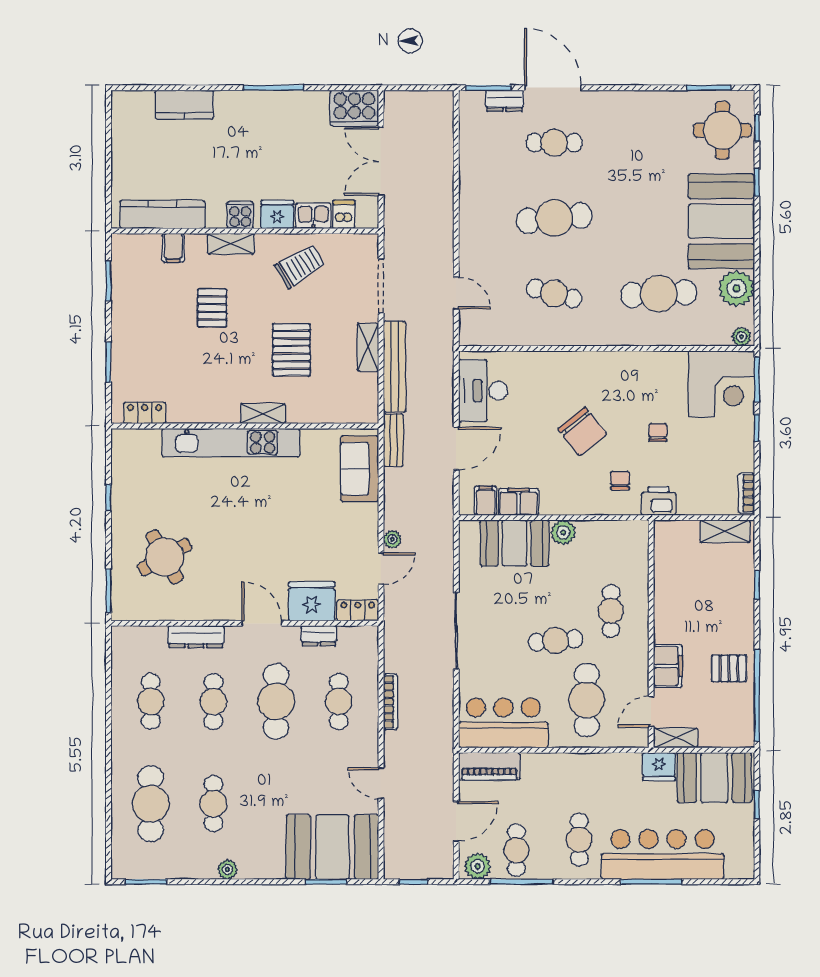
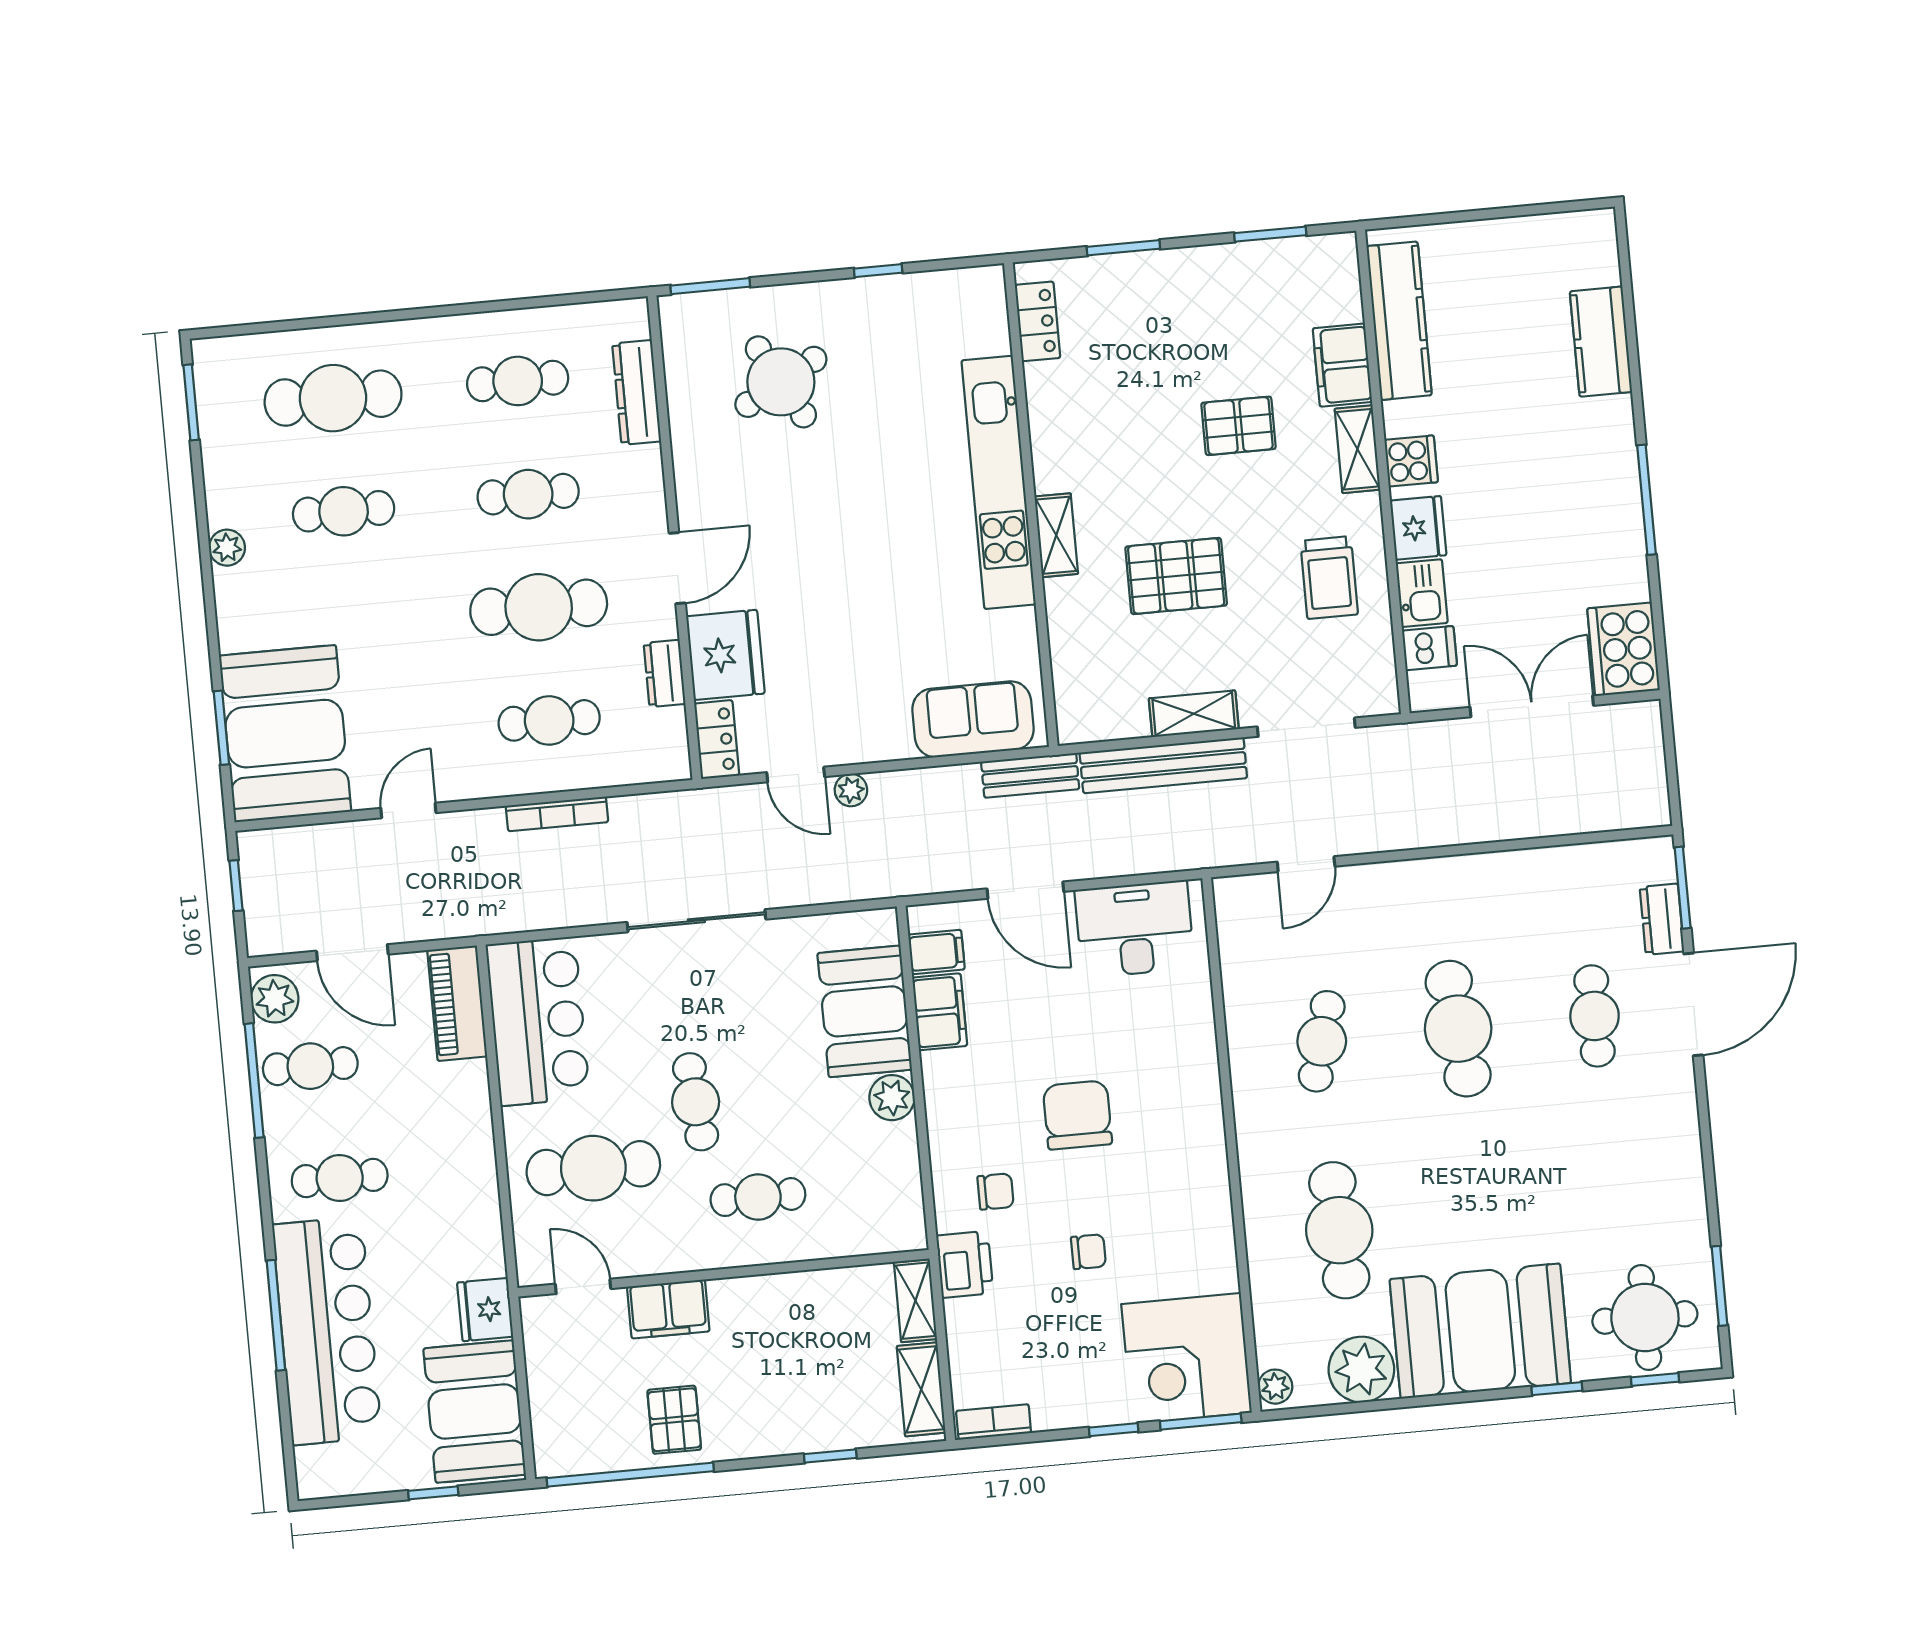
filing cabinet: (173, 248) -> (1342, 365), width x2.00
trolley: (300, 266) -> (1329, 578), turned 31
chair: (582, 432) -> (1077, 1115), turned 129
dresser: (196, 637) -> (637, 392), moved
shelving: (676, 738) -> (915, 1301), moved

